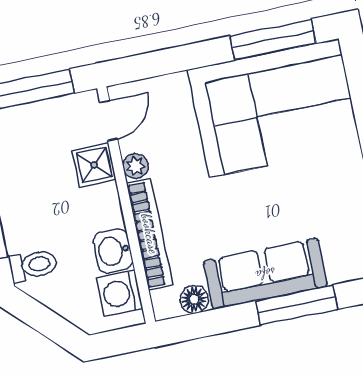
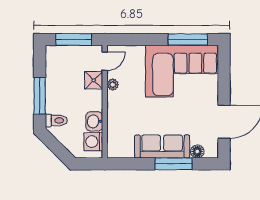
bookcase: (150, 234) -> (113, 117), removed
floor lamp: (194, 299) -> (197, 152), moved

